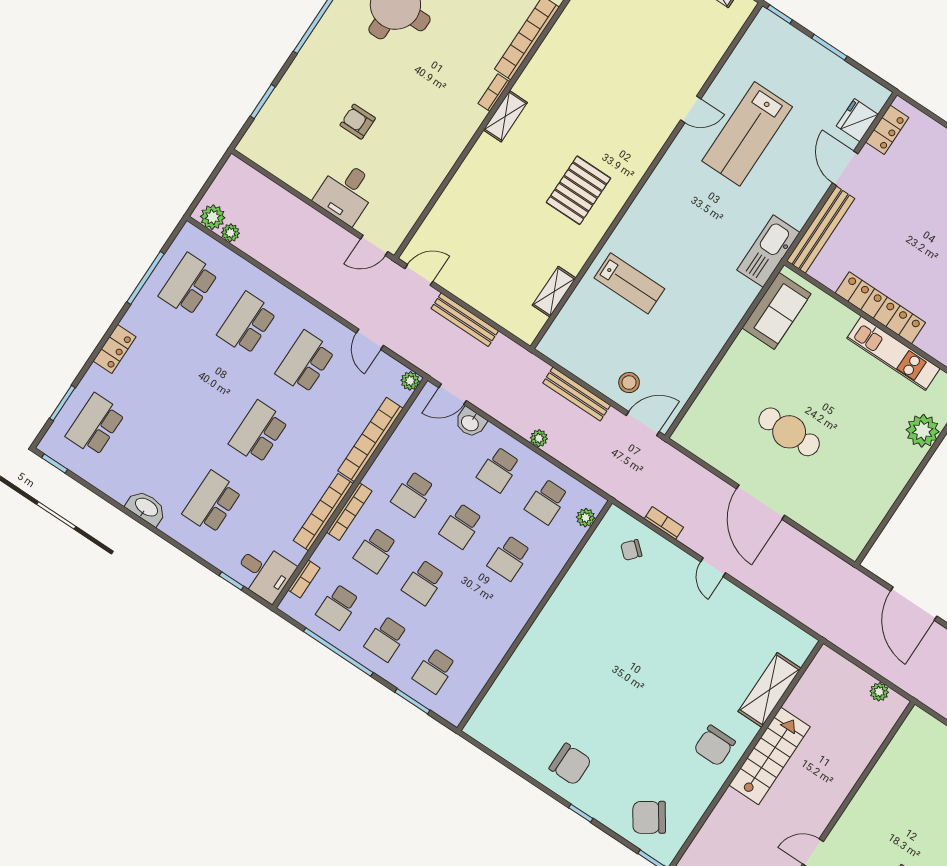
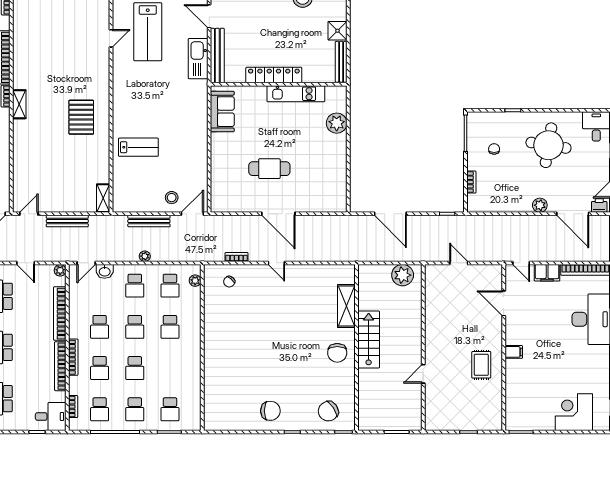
kitchen sink: (768, 251) -> (198, 59), moved
shelving: (554, 292) -> (103, 198), moved
plant: (879, 692) -> (403, 275), width x1.87, depth x1.87

